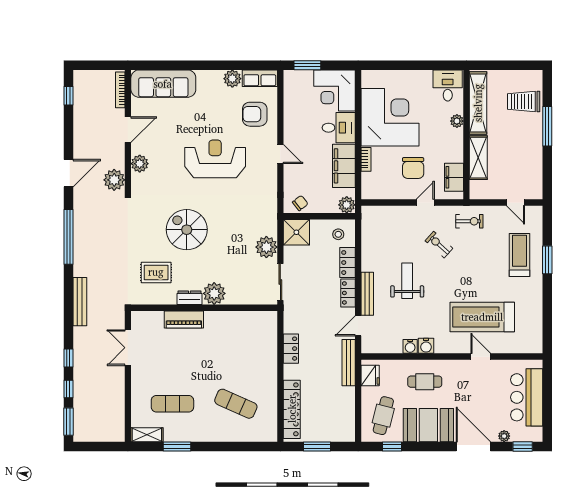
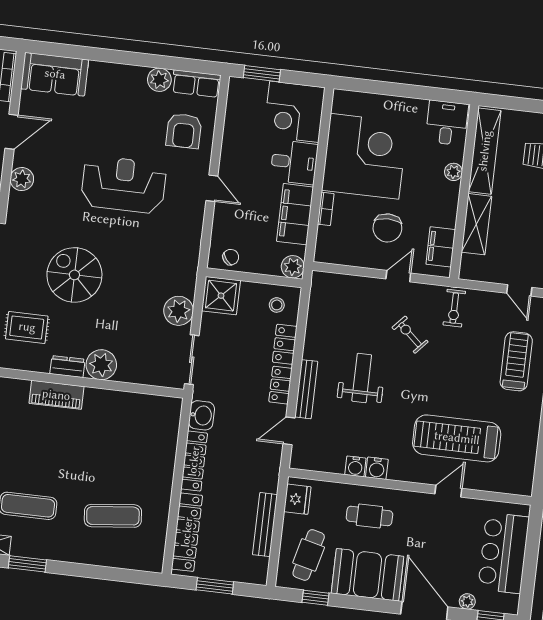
sofa: (163, 84) -> (55, 74), width x0.73
armchair: (255, 114) -> (184, 131), turned -90
exercise bike: (469, 221) -> (454, 308), turned 90
washbasin: (292, 322) -> (201, 415), added
locker: (291, 349) -> (194, 461), width x1.53
door: (481, 357) -> (448, 491), hinge flipped
bench: (349, 363) -> (265, 525), moved
exercise mat: (236, 404) -> (113, 516), turned -30

